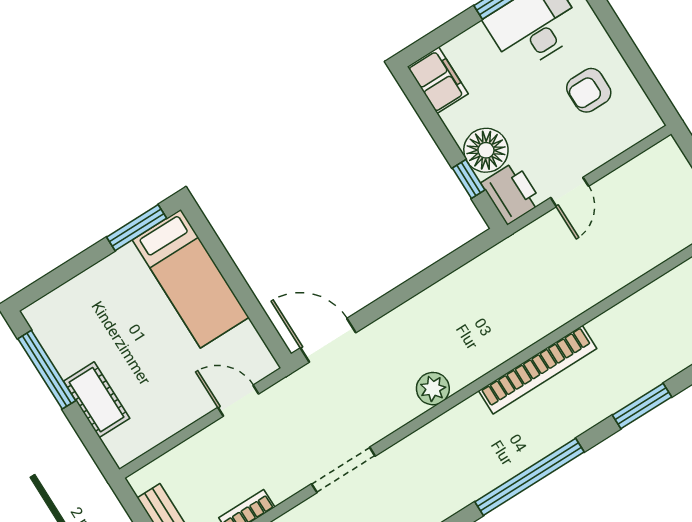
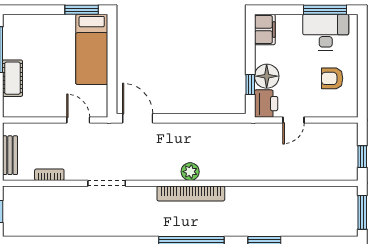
bookcase: (538, 370) -> (191, 193), moved
plant: (433, 389) -> (190, 172), moved

